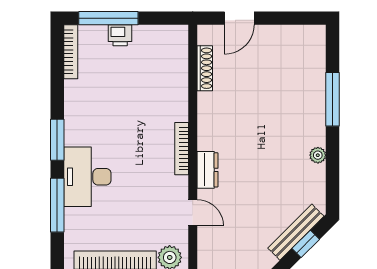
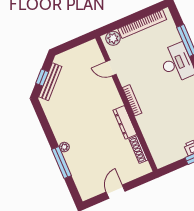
door: (239, 18) -> (116, 192), moved
plant: (318, 155) -> (64, 147), moved
dresser: (208, 170) -> (125, 122), moved, width x1.44

